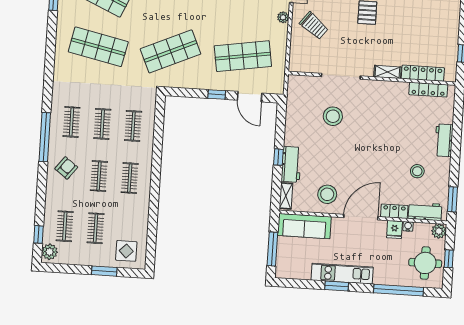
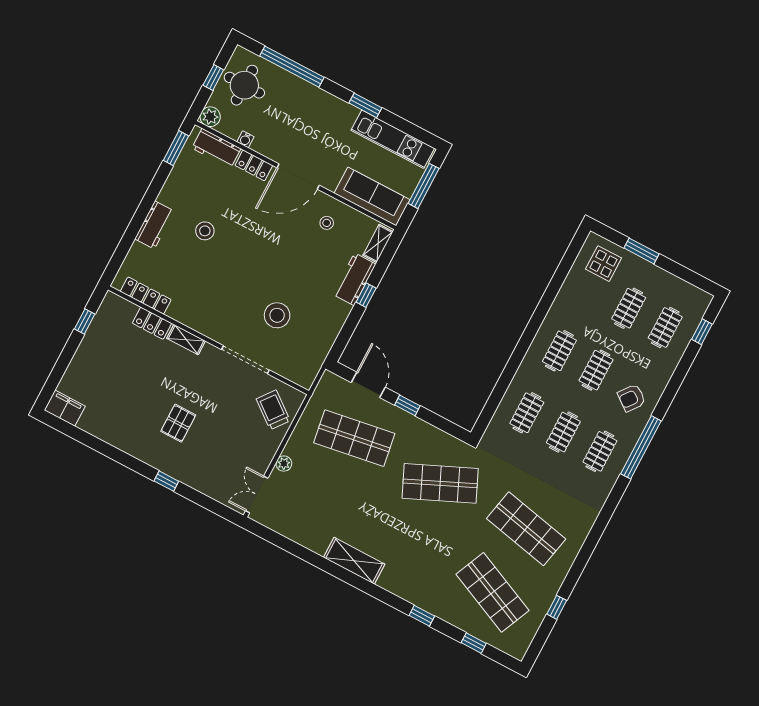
trolley: (314, 26) -> (273, 410), moved
locker: (423, 73) -> (152, 323), width x0.66
stool: (417, 171) -> (205, 231), moved
stool: (327, 194) -> (327, 223), width x0.53, depth x0.53
fridge: (394, 230) -> (264, 143), removed
plant: (50, 252) -> (698, 304), removed
kitchen unit: (342, 274) -> (393, 139), moved

